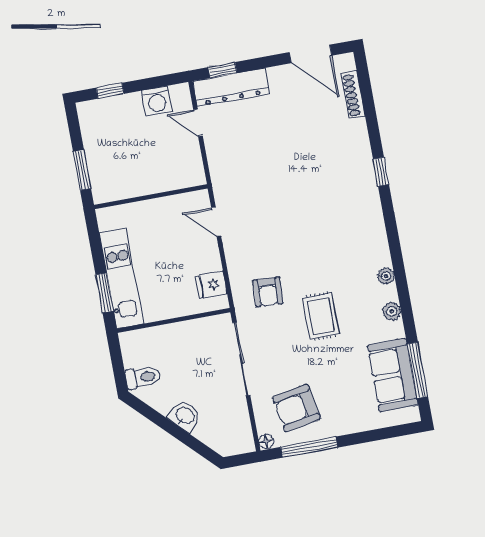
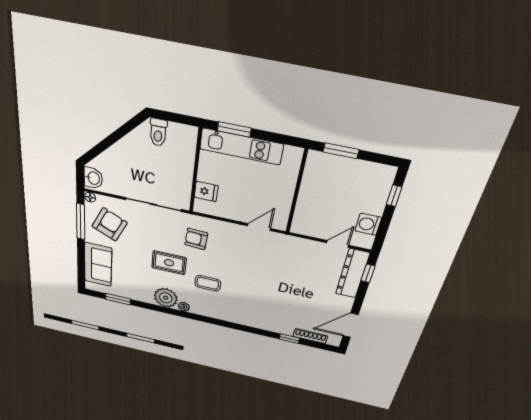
window: (381, 172) -> (289, 339), moved
coffee table: (330, 256) -> (208, 283), added
fridge: (211, 285) -> (206, 191), moved, turned 90
plant: (392, 311) -> (166, 298), width x1.87, depth x1.87
window: (417, 370) -> (118, 299), width x0.69
sofa: (393, 375) -> (98, 265), moved, turned 90
armchair: (296, 408) -> (110, 224), turned 35
washbasin: (185, 416) -> (93, 178), moved, turned -45

